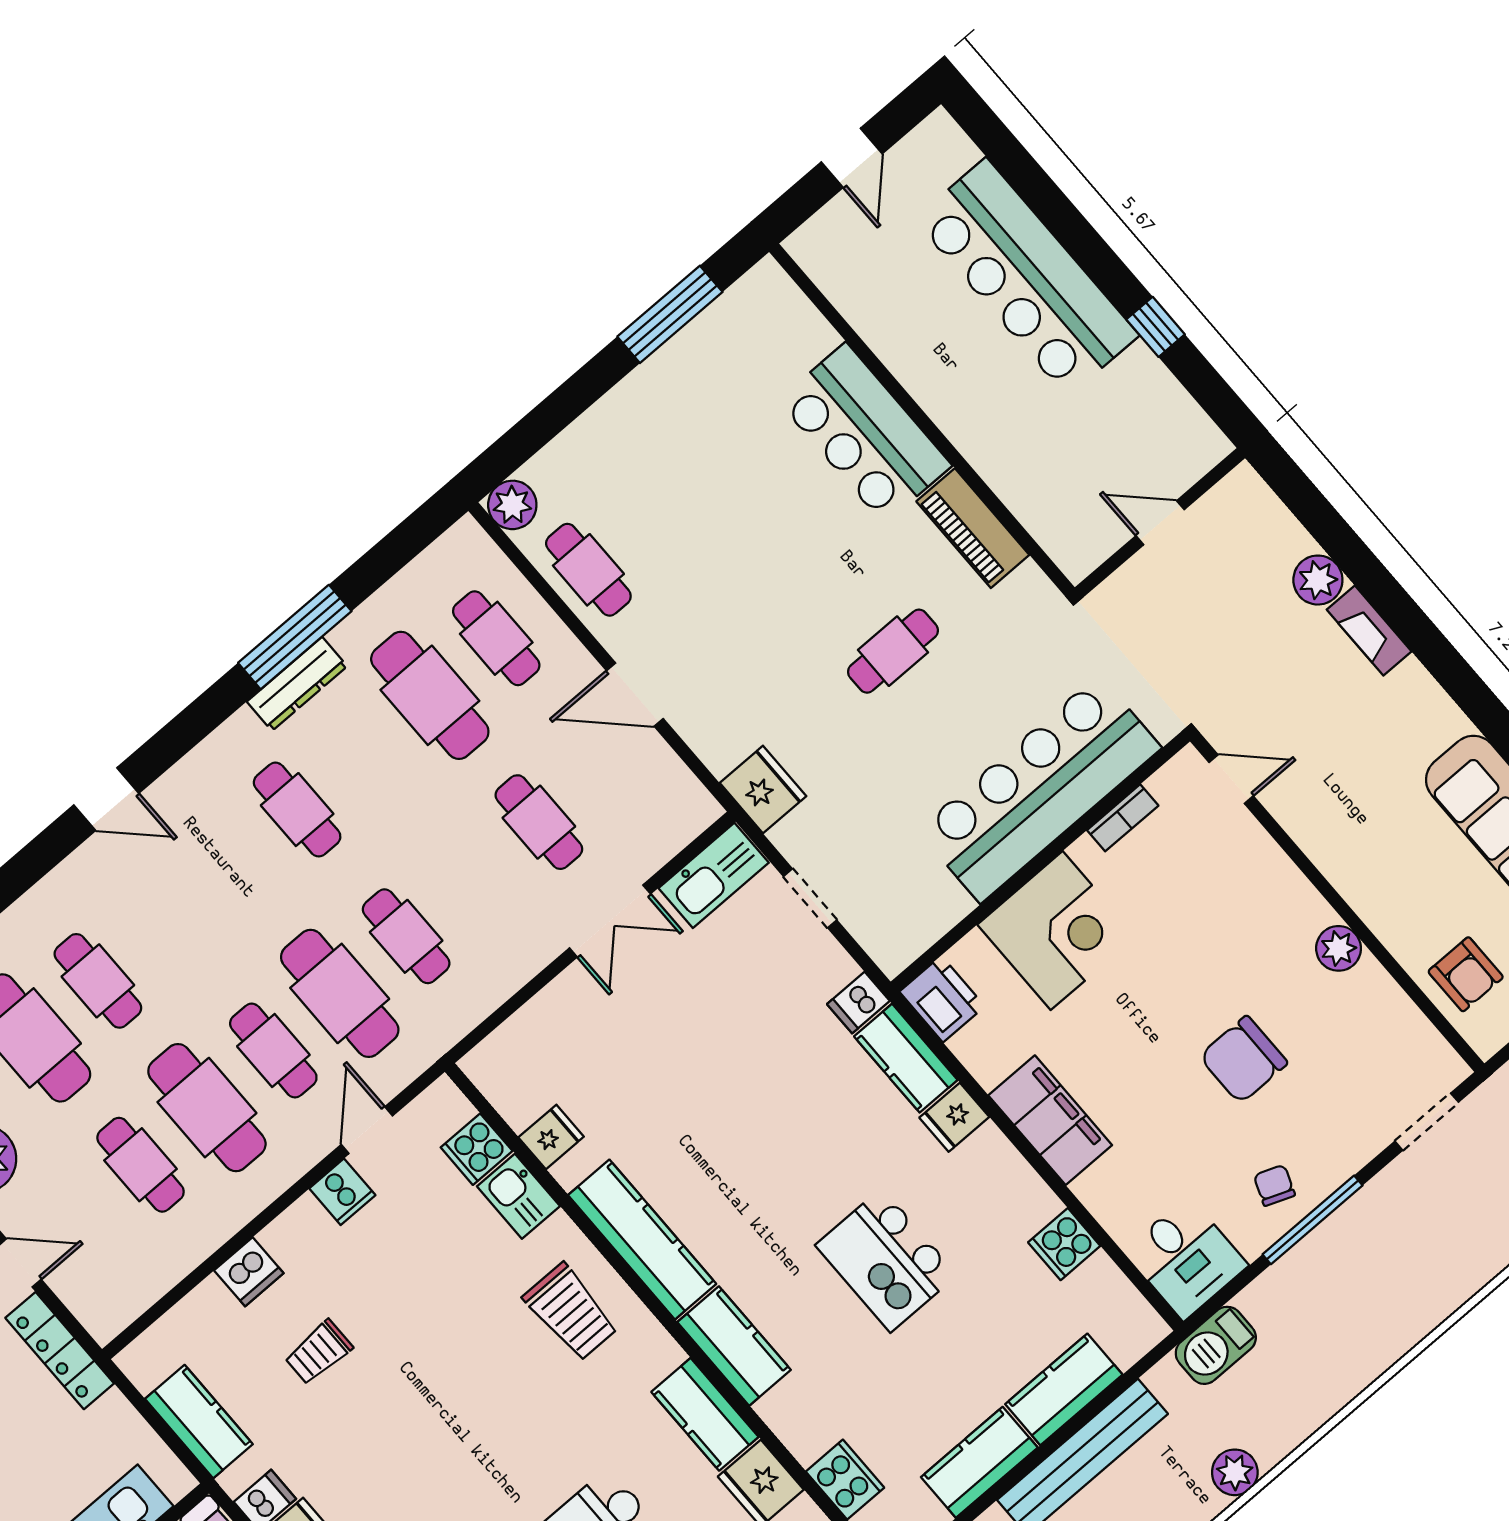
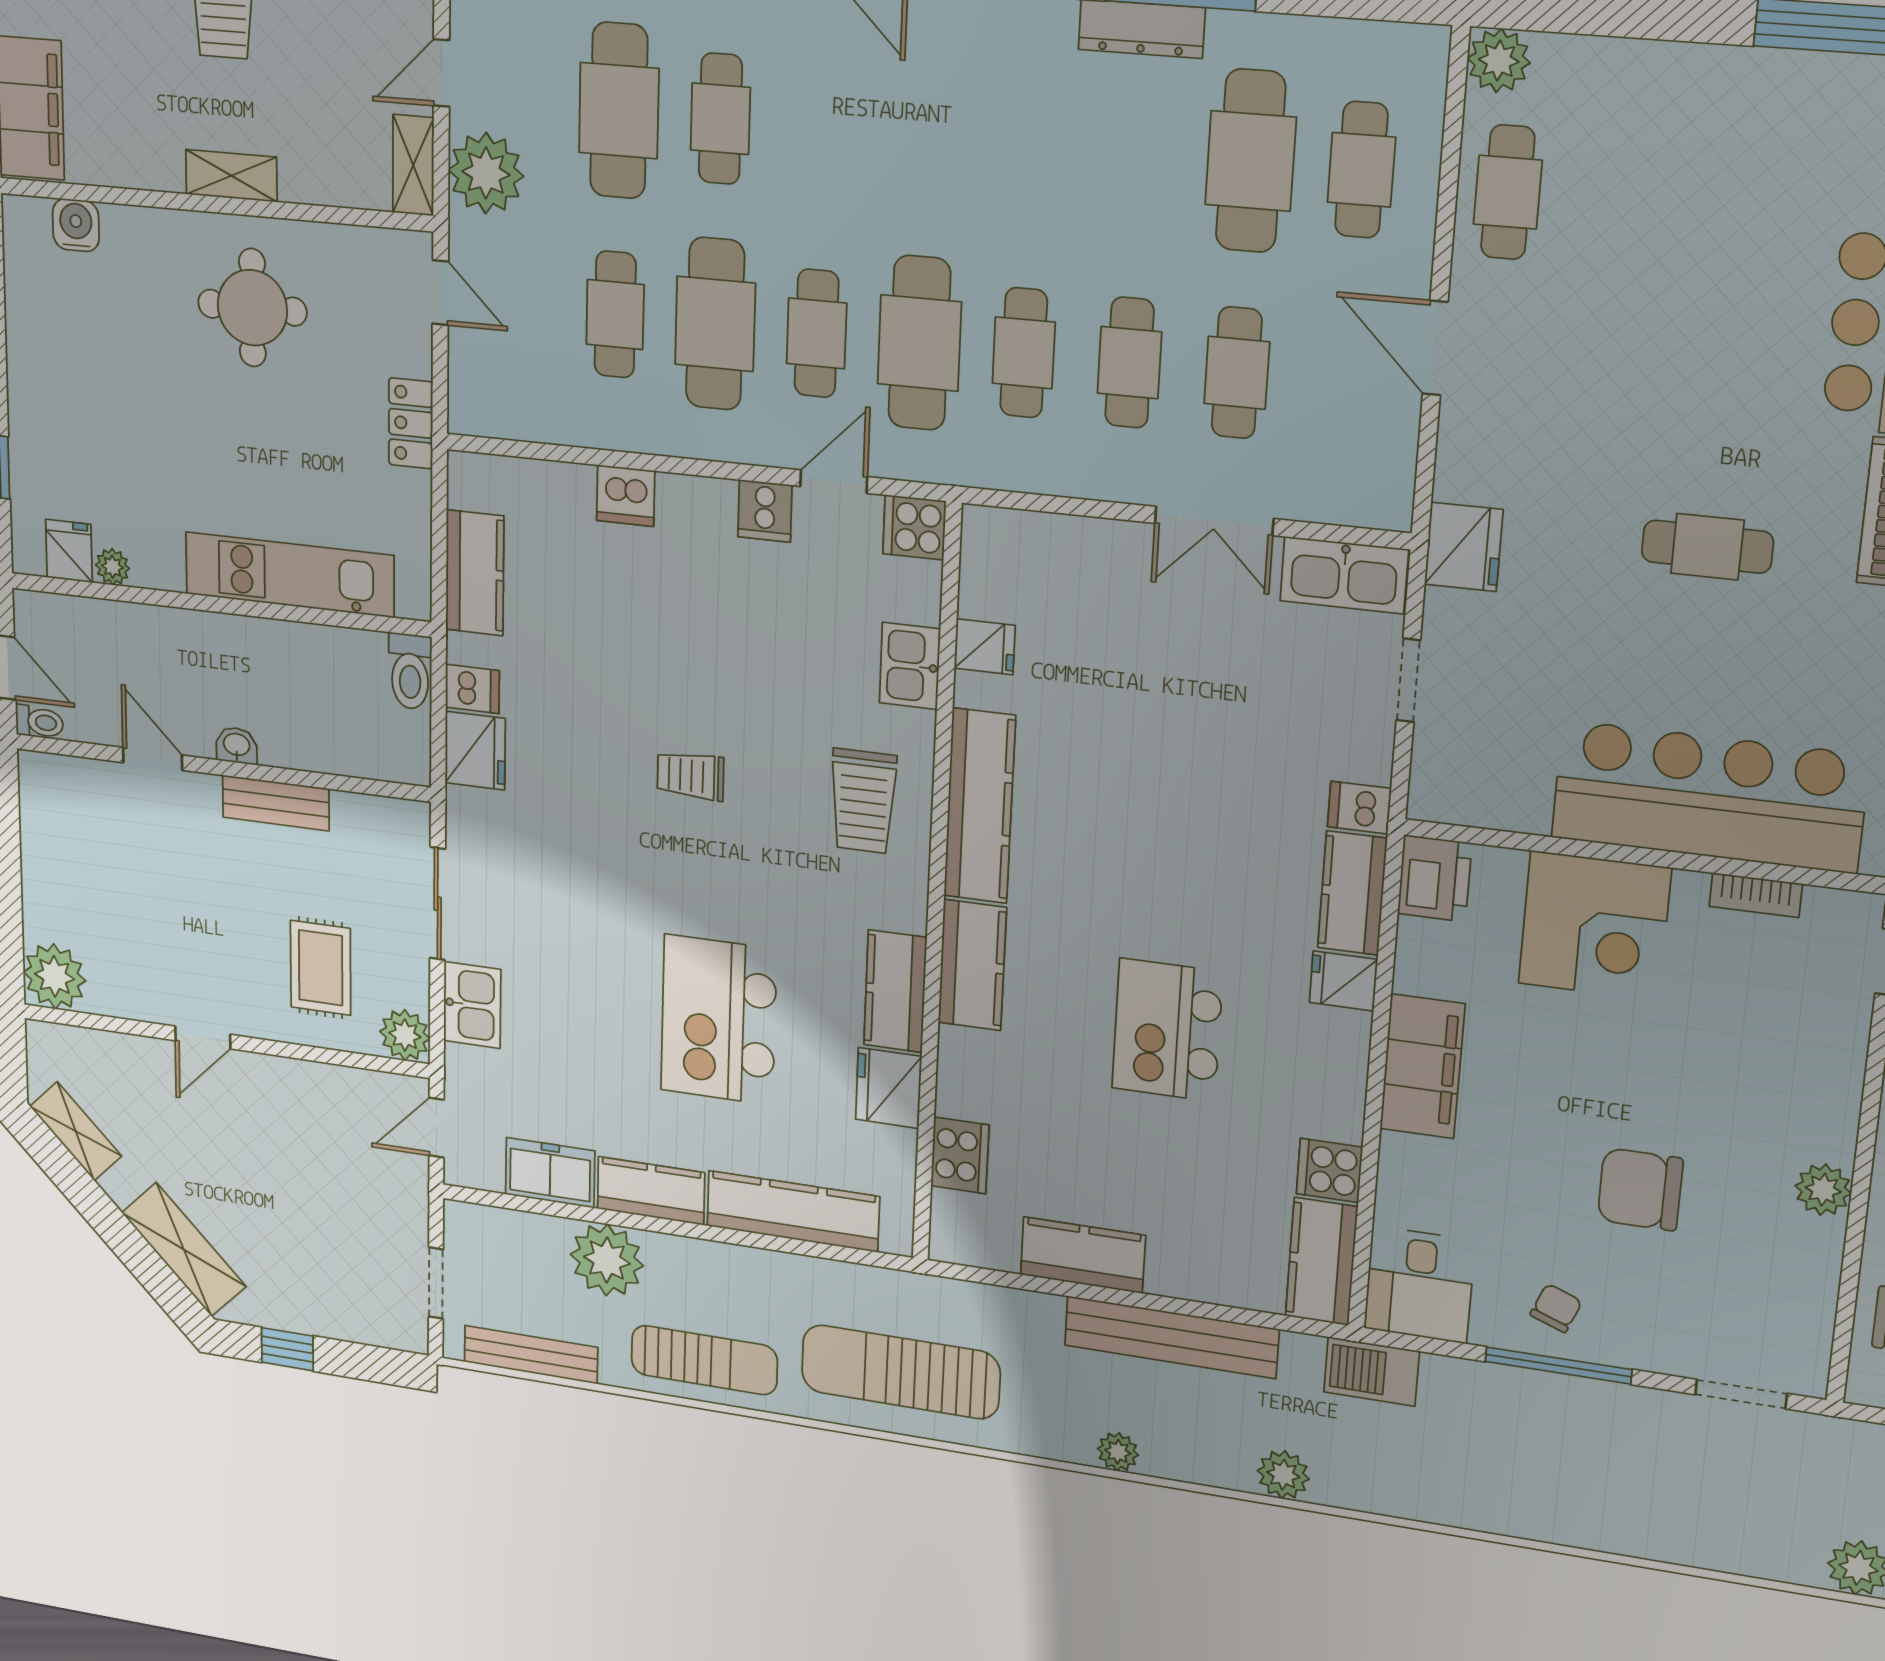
cafe table: (297, 810) -> (1129, 363), moved
cooker: (477, 1149) -> (914, 527), moved
locker: (60, 1351) -> (411, 423), width x0.66
trolley: (319, 1352) -> (691, 776), moved
kitchen counter: (1064, 1389) -> (1321, 1262), moved, turned -90

